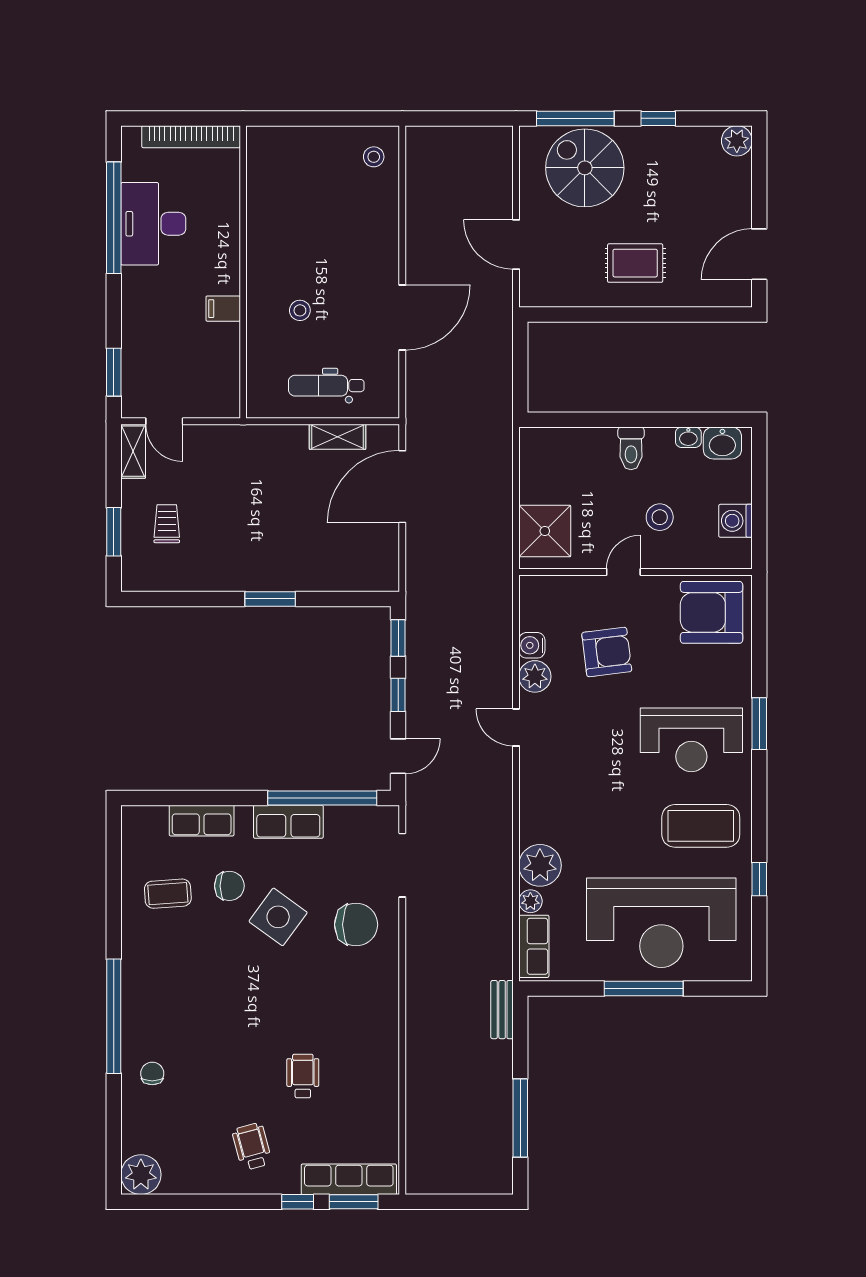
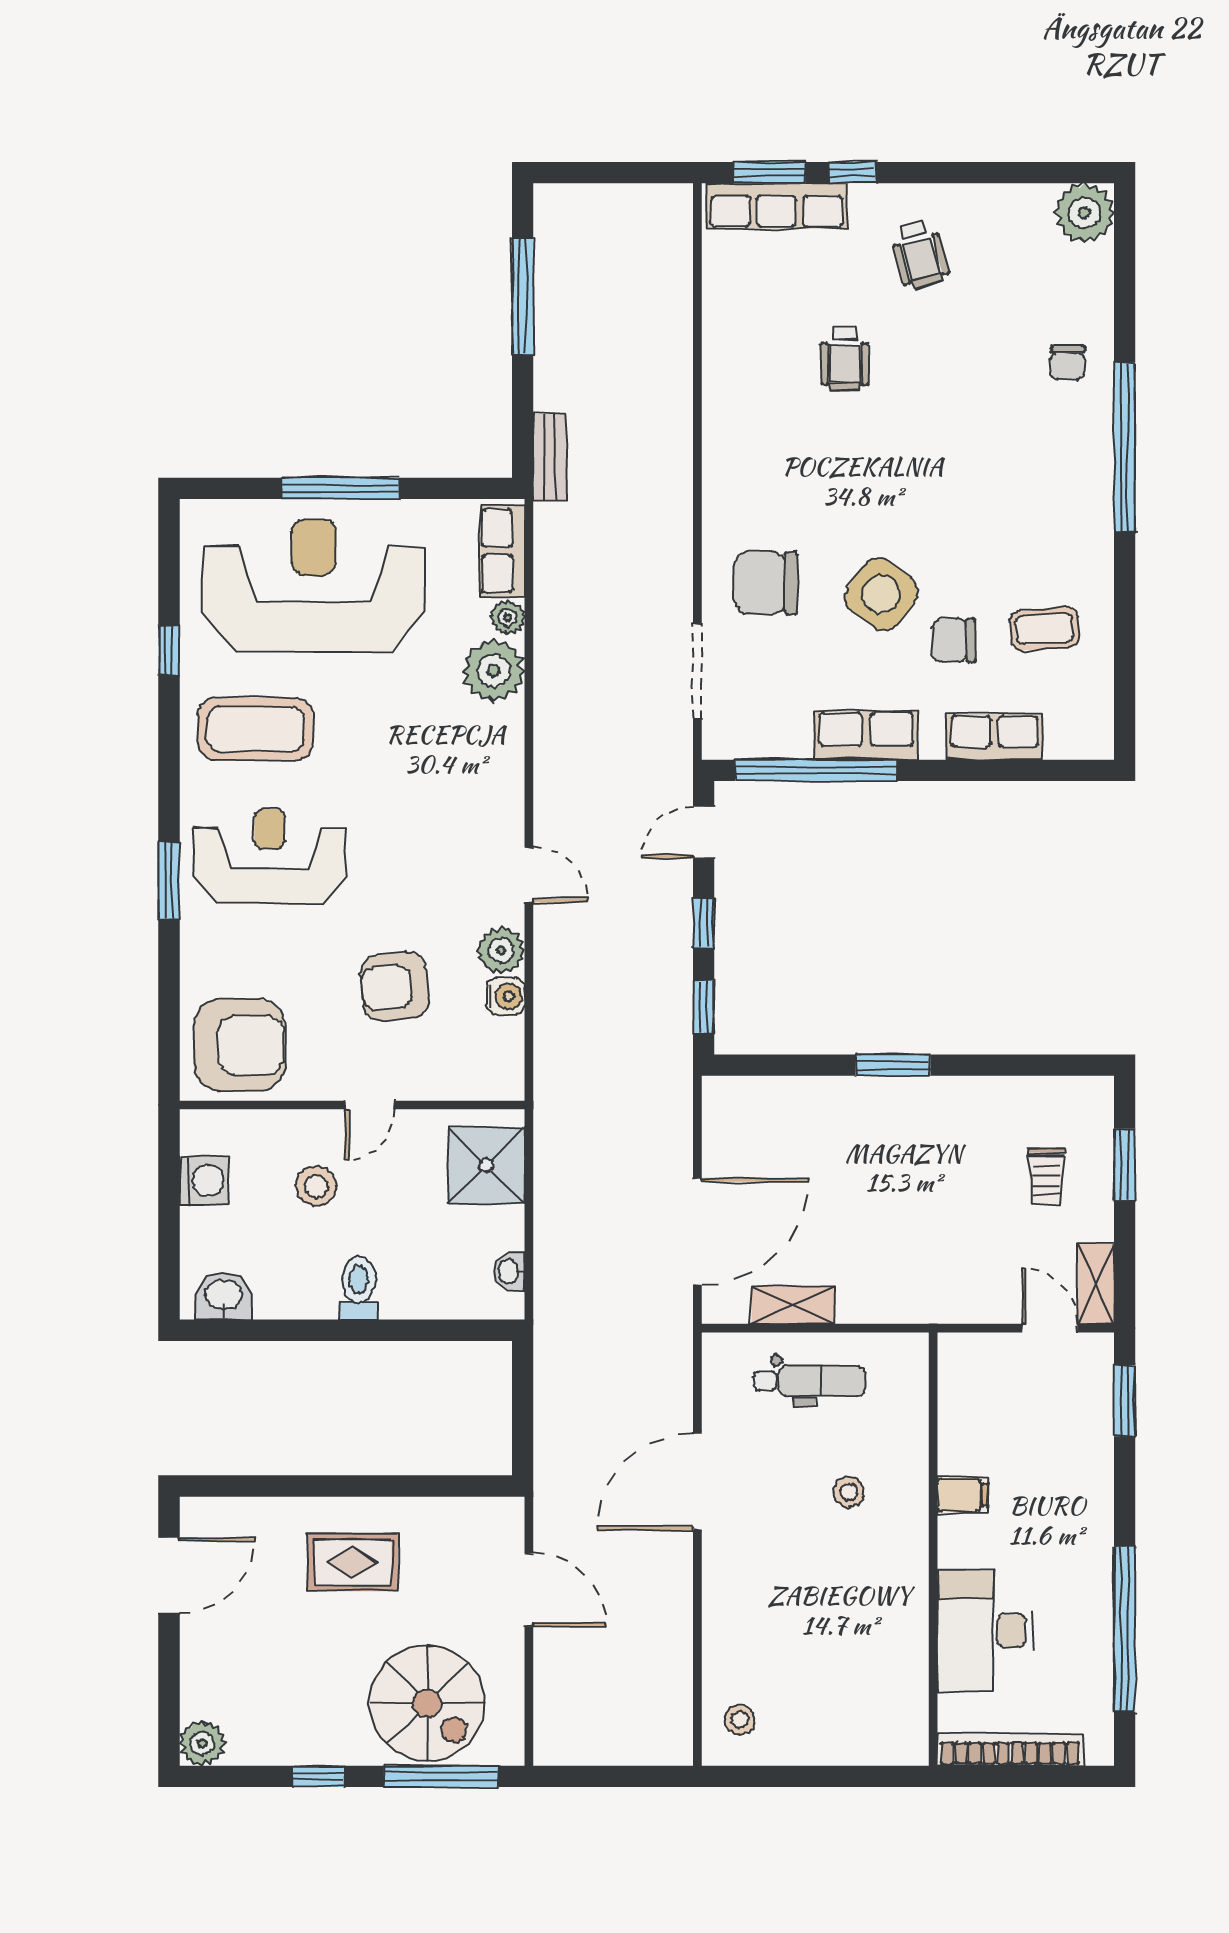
desk: (153, 224) -> (985, 1631), moved, turned 180
washbasin: (688, 437) -> (509, 1272), moved, turned -90

